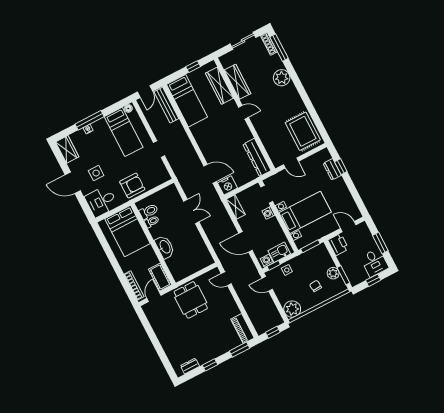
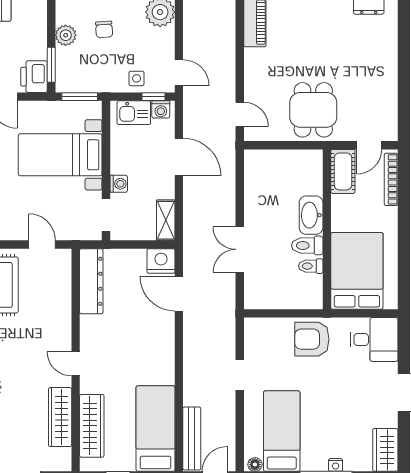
side table: (96, 173) -> (359, 389), removed
toilet: (149, 211) -> (307, 245), moved
window: (343, 275) -> (51, 65), moved

